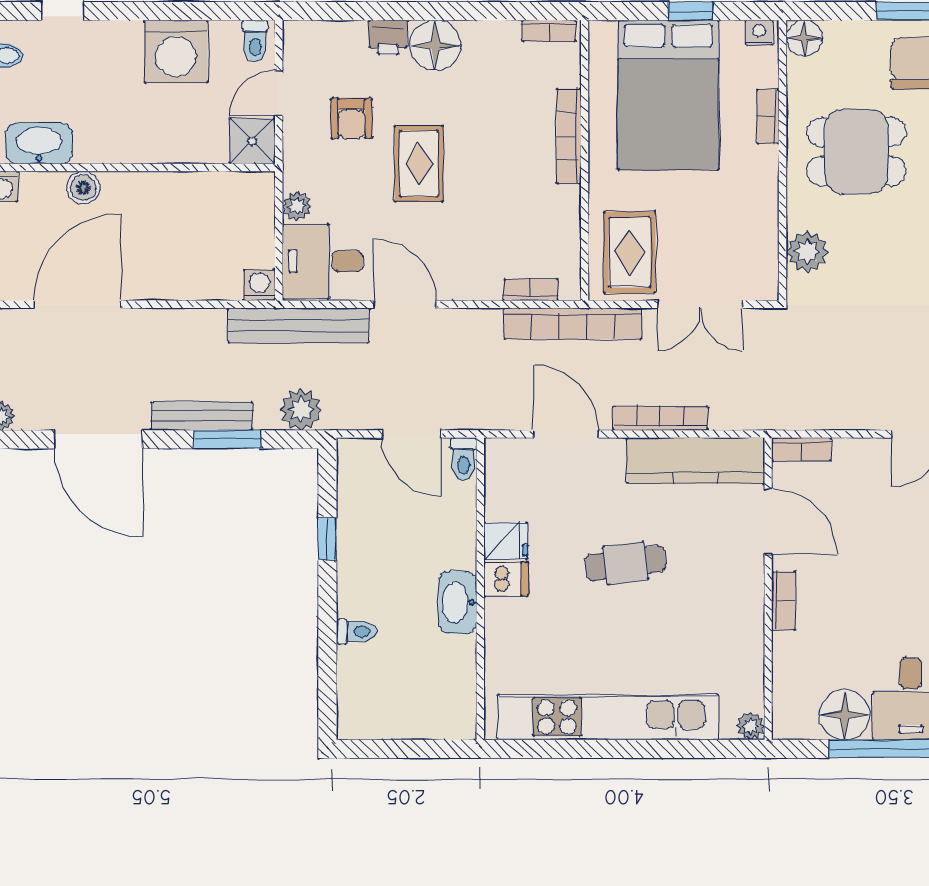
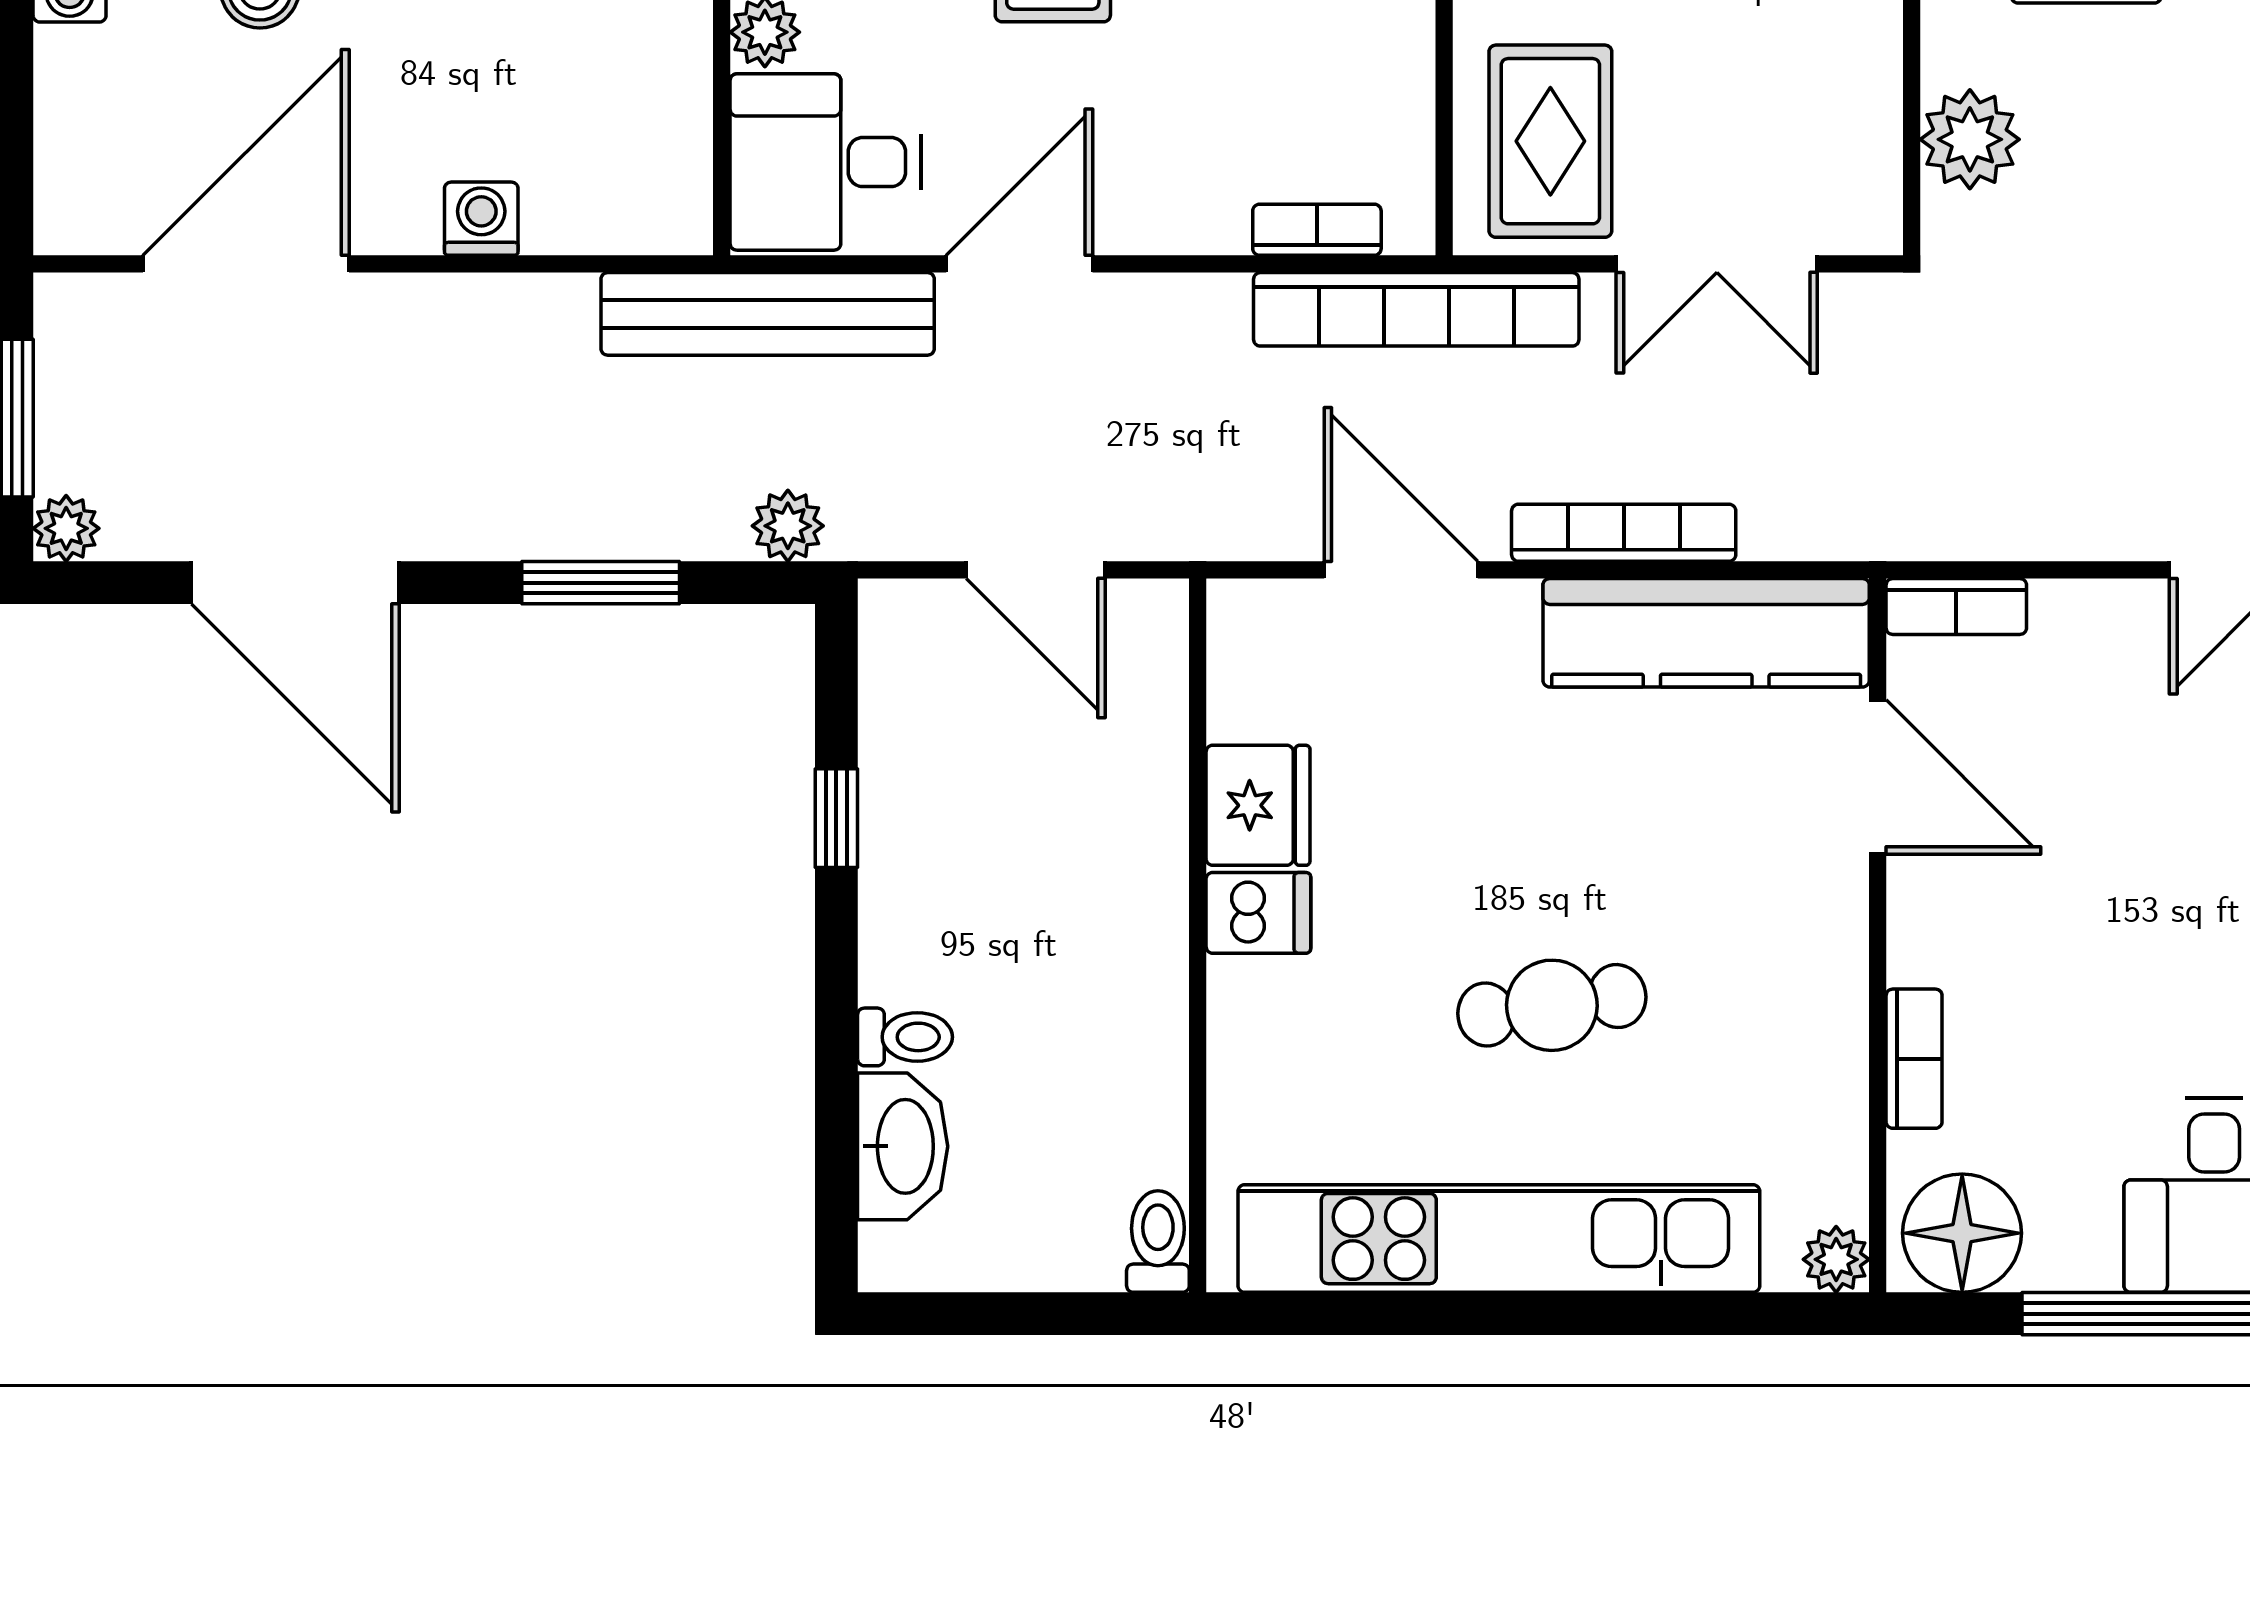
washing machine: (260, 285) -> (481, 219), moved
door: (405, 304) -> (1019, 264), hinge flipped
plant: (301, 410) -> (788, 526), width x0.73, depth x0.73
bench: (202, 416) -> (541, 528), removed
toilet: (463, 459) -> (1158, 1242), moved, turned 180
fridge: (506, 541) -> (1258, 805), width x1.38
cafe table: (626, 563) -> (1552, 1005), moved
bookcase: (784, 601) -> (1914, 1059), moved
washbasin: (458, 602) -> (903, 1146), moved, turned 180
floor lamp: (845, 715) -> (1962, 1233), moved

